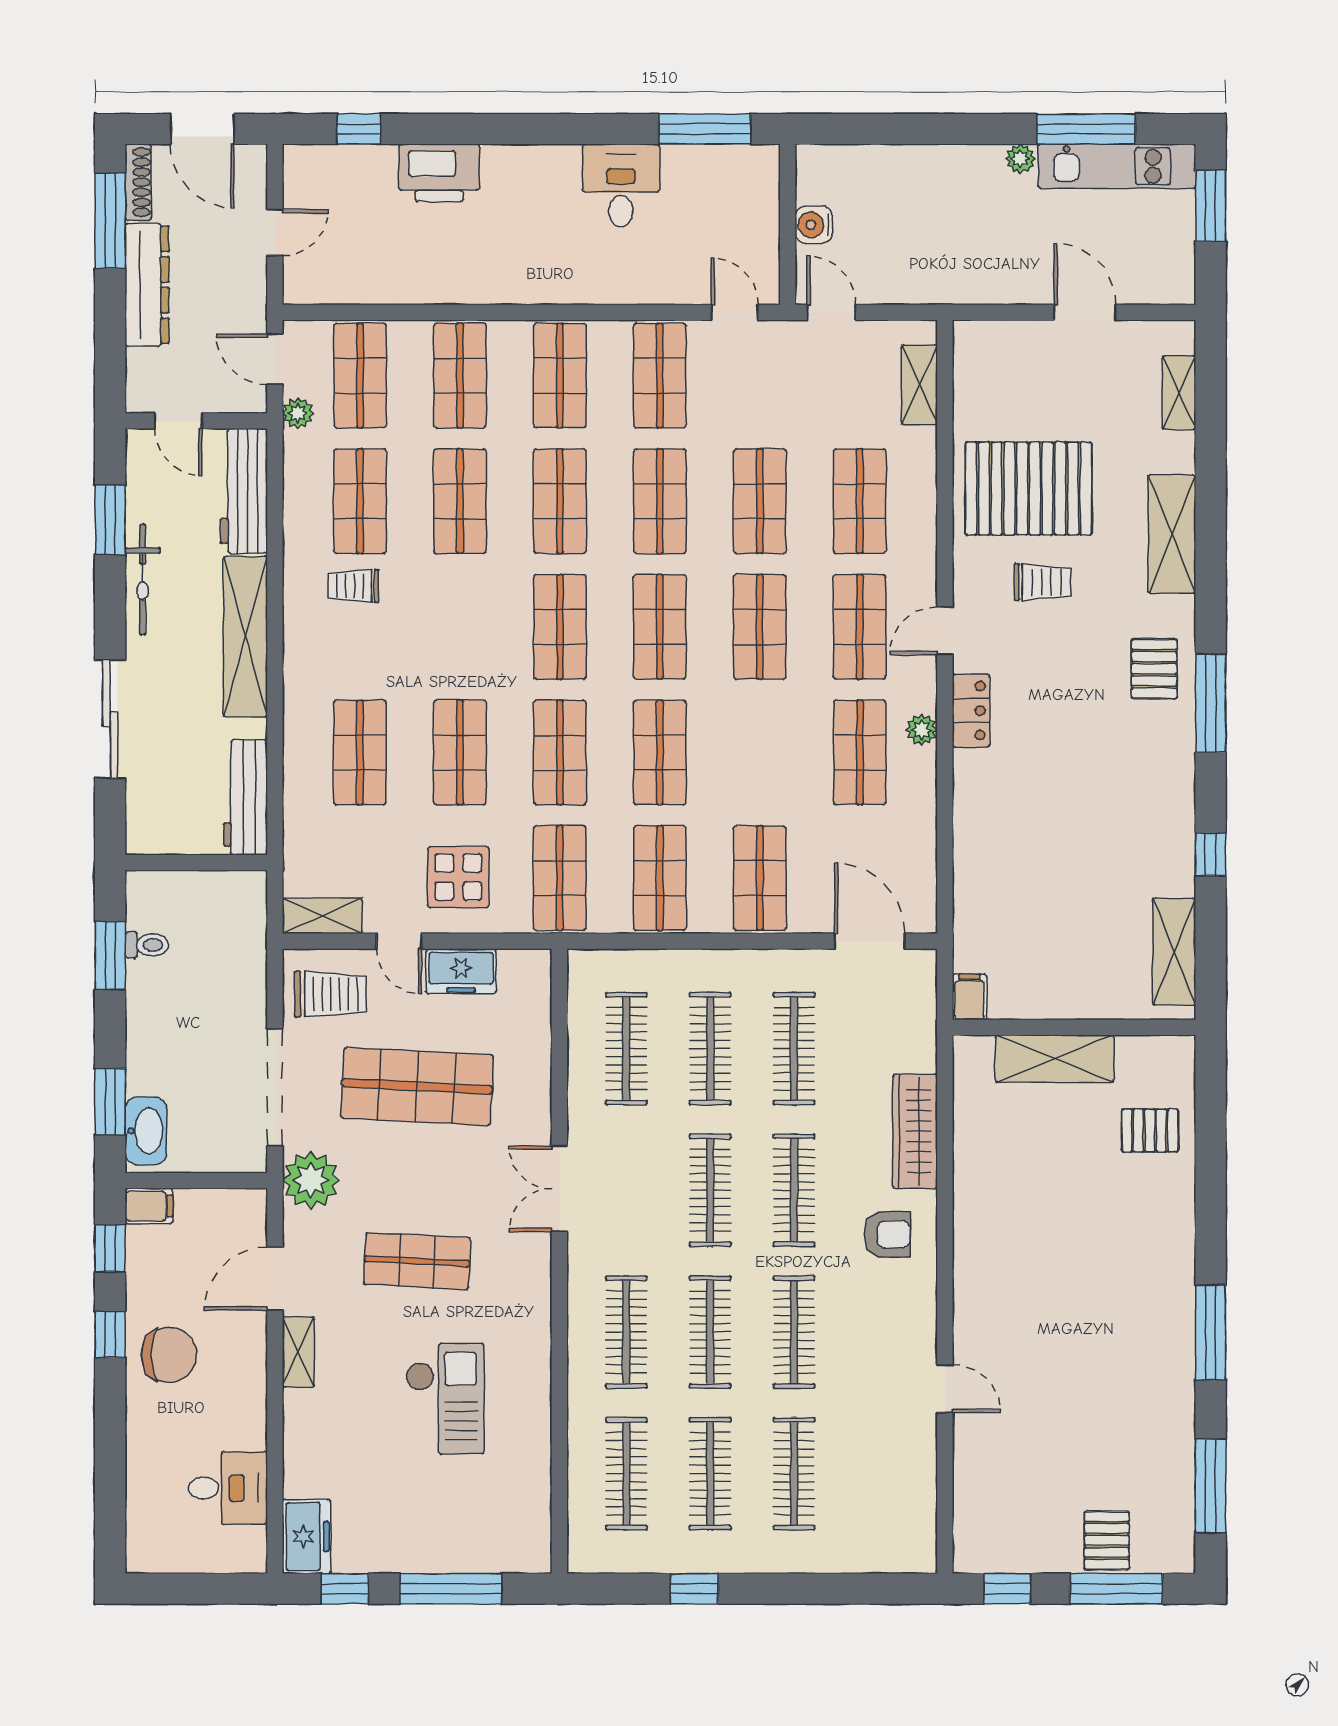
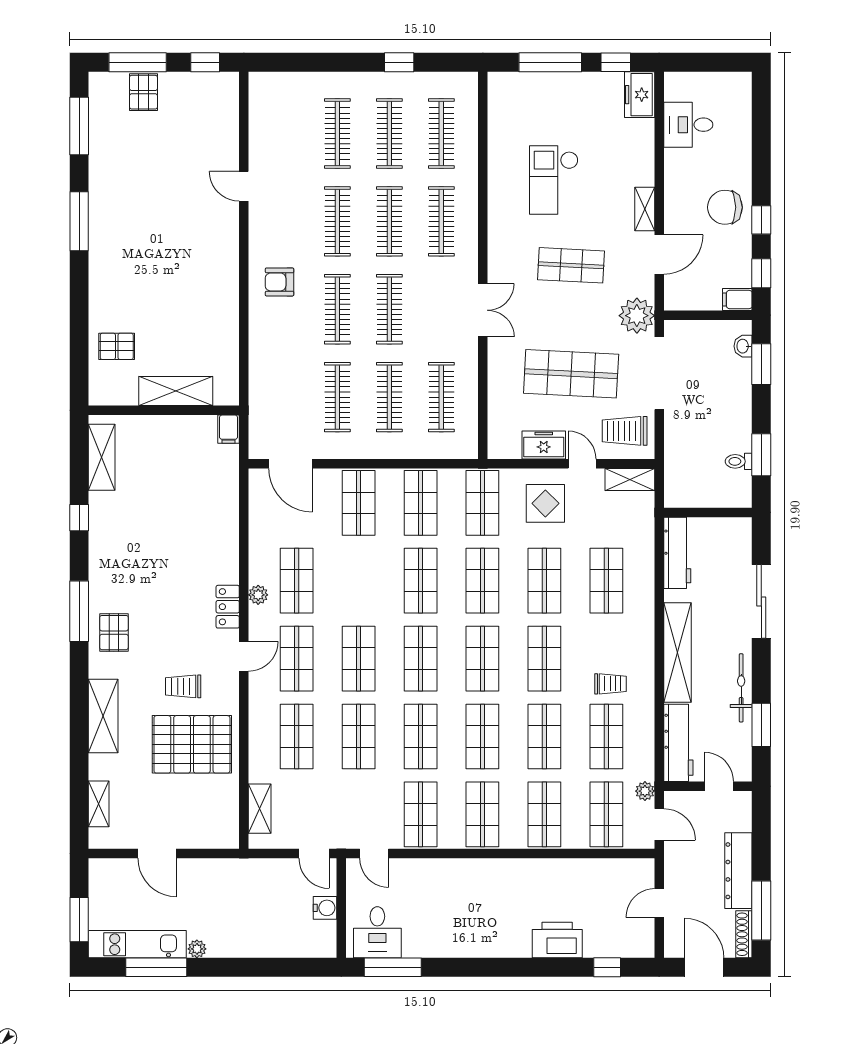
desk: (621, 185) -> (377, 932), moved
shop shelf: (460, 627) -> (544, 659), added
washbasin: (146, 1131) -> (743, 346), width x0.52, depth x0.69
wardrobe: (915, 1131) -> (262, 346), removed

